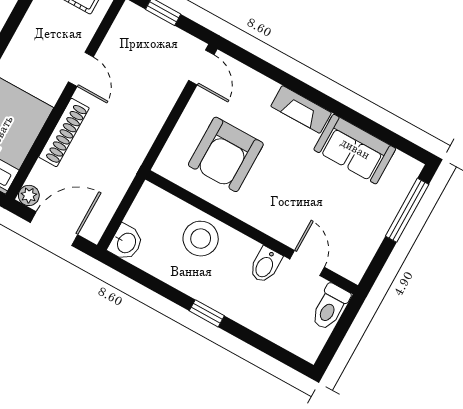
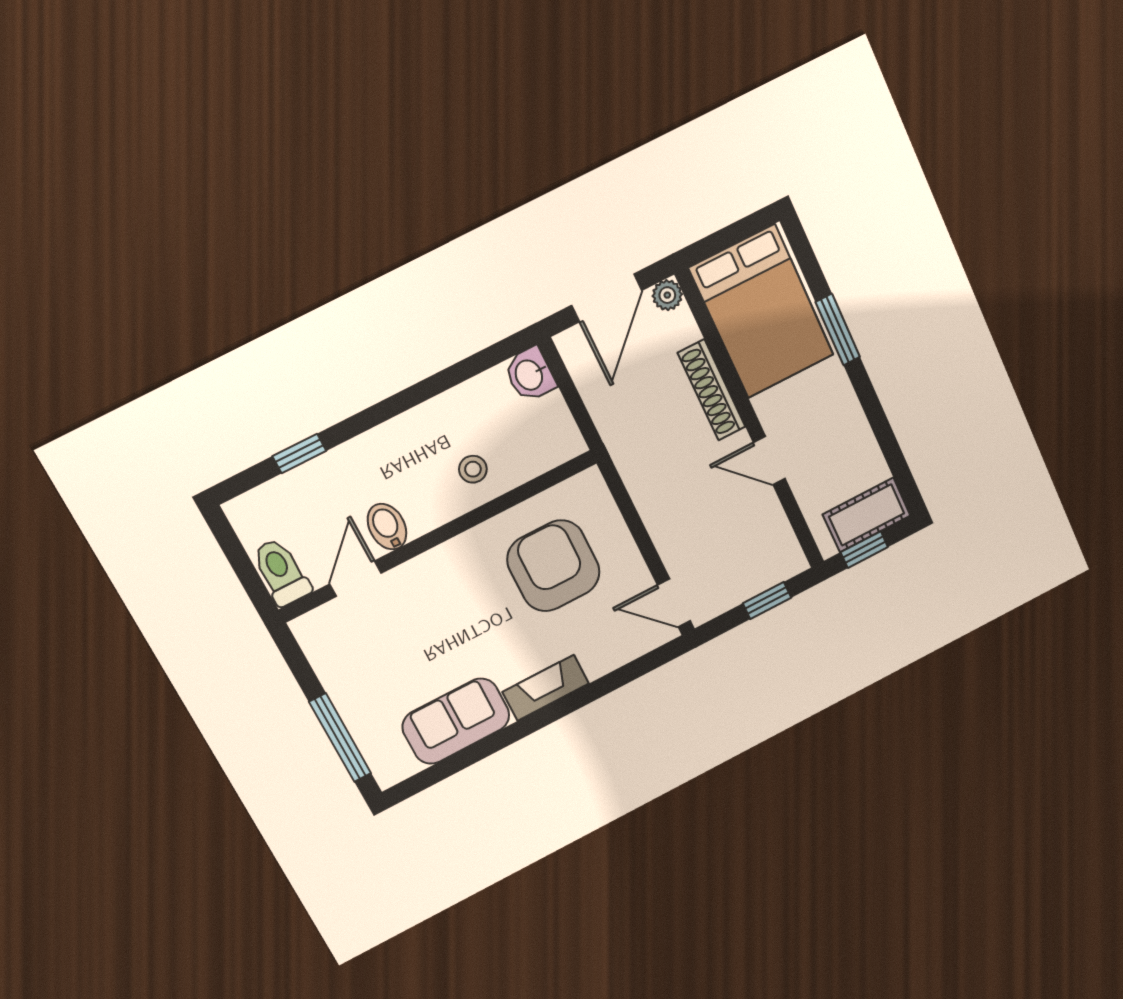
stool: (201, 239) -> (473, 469), width x0.53, depth x0.53
door: (307, 263) -> (355, 579), swing flipped
window: (207, 313) -> (299, 454), moved

